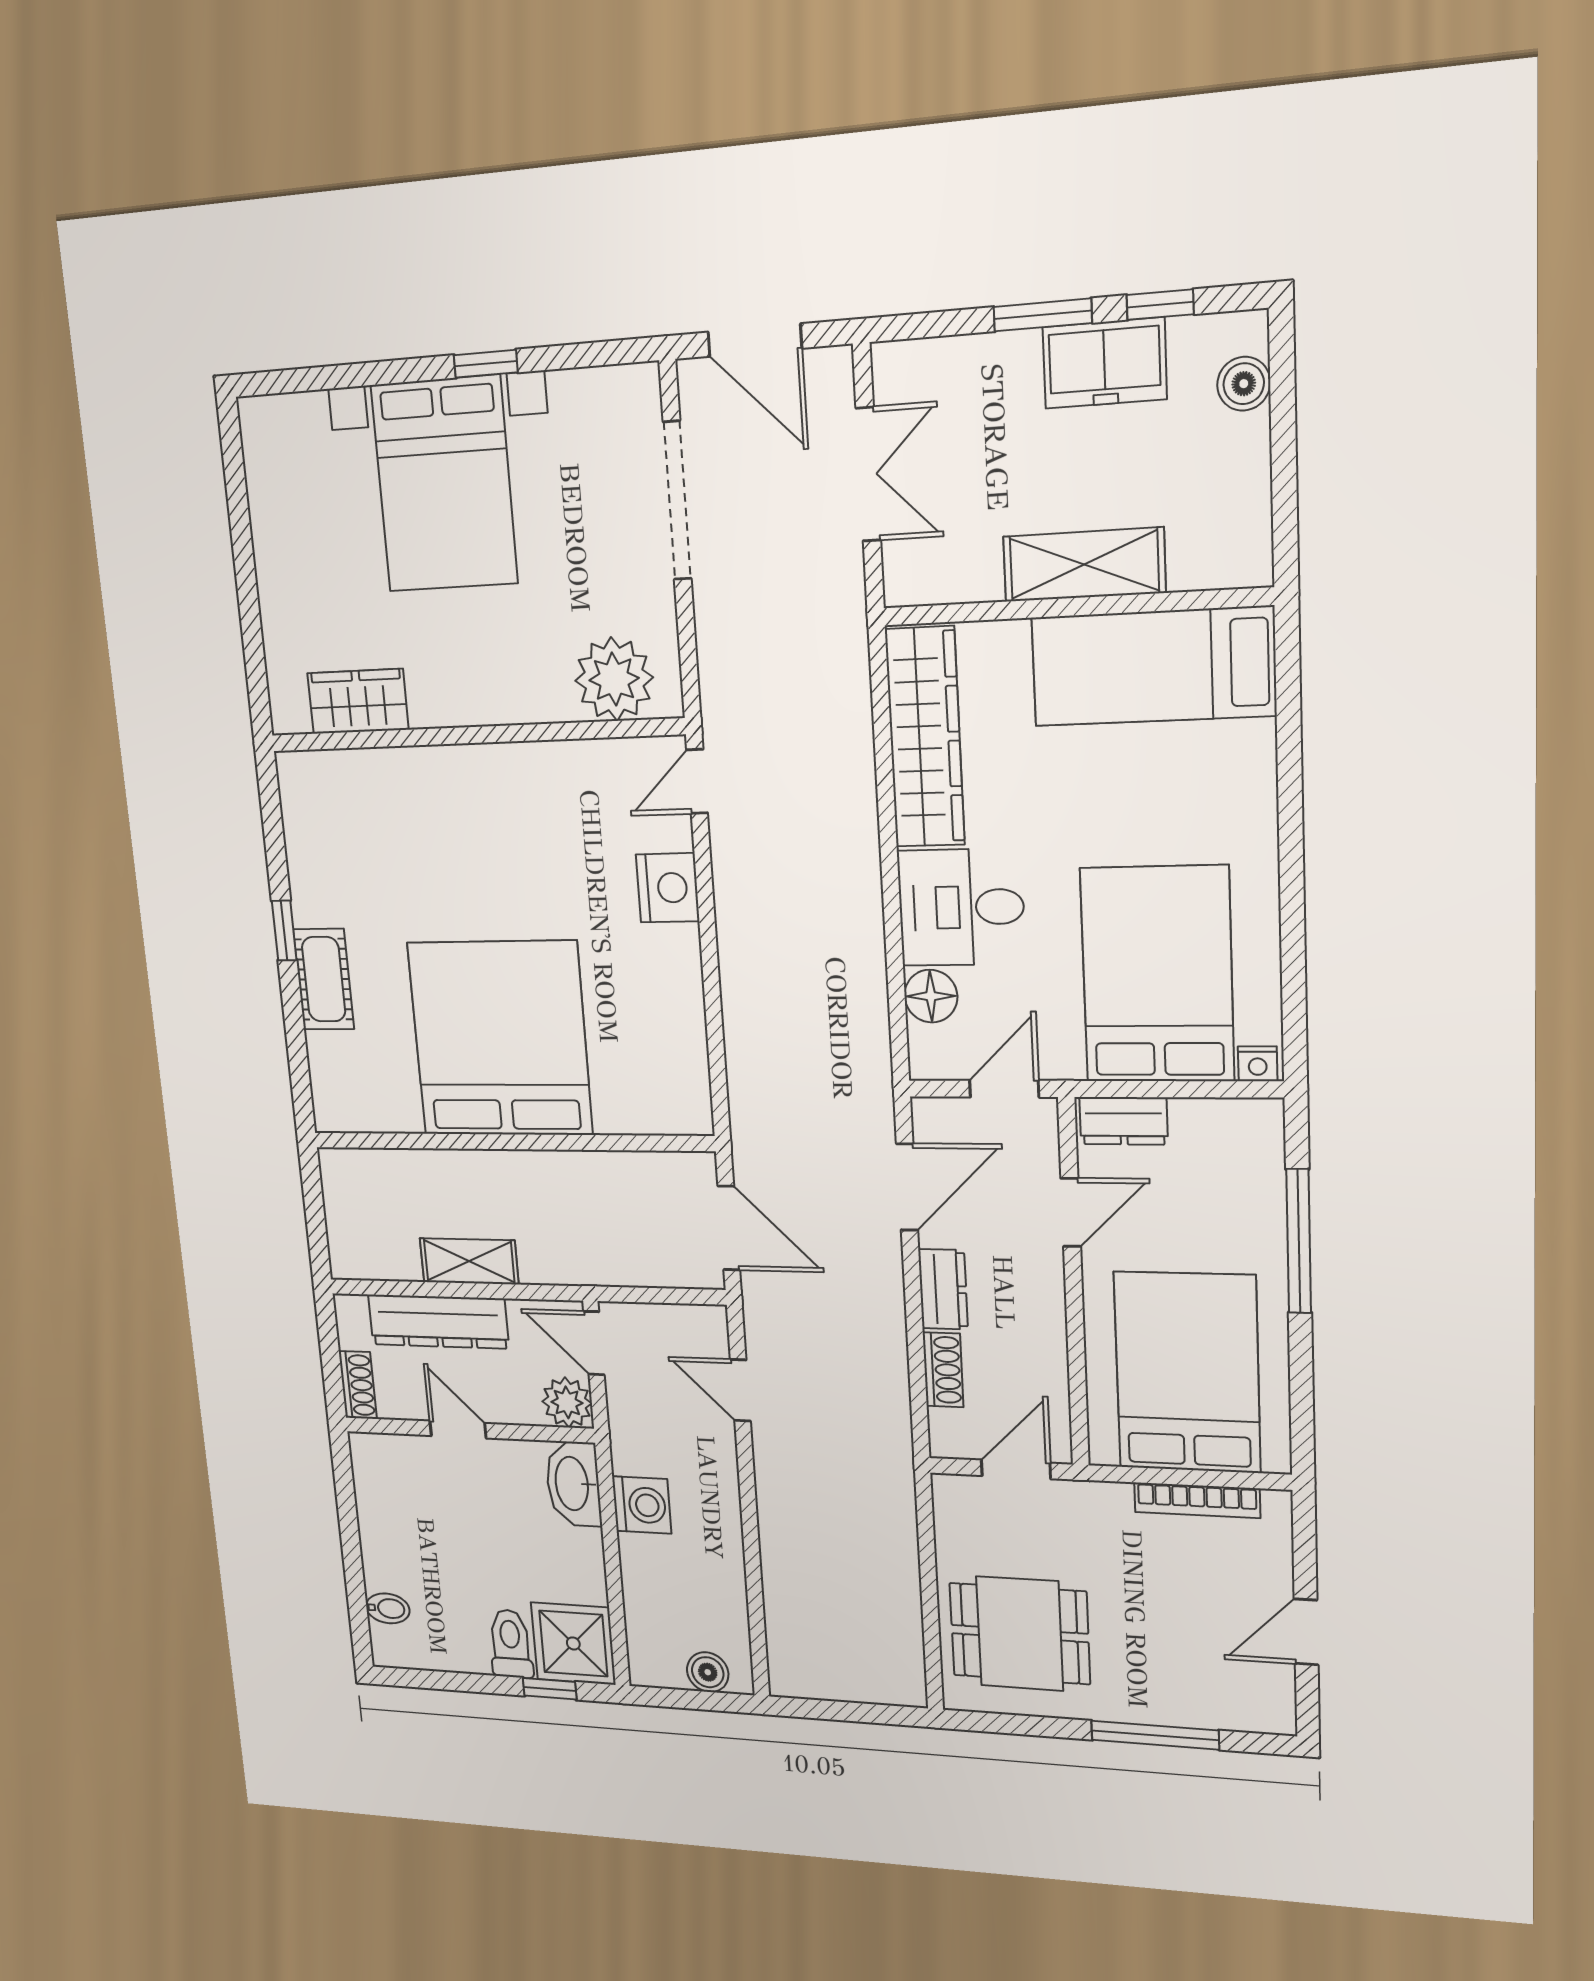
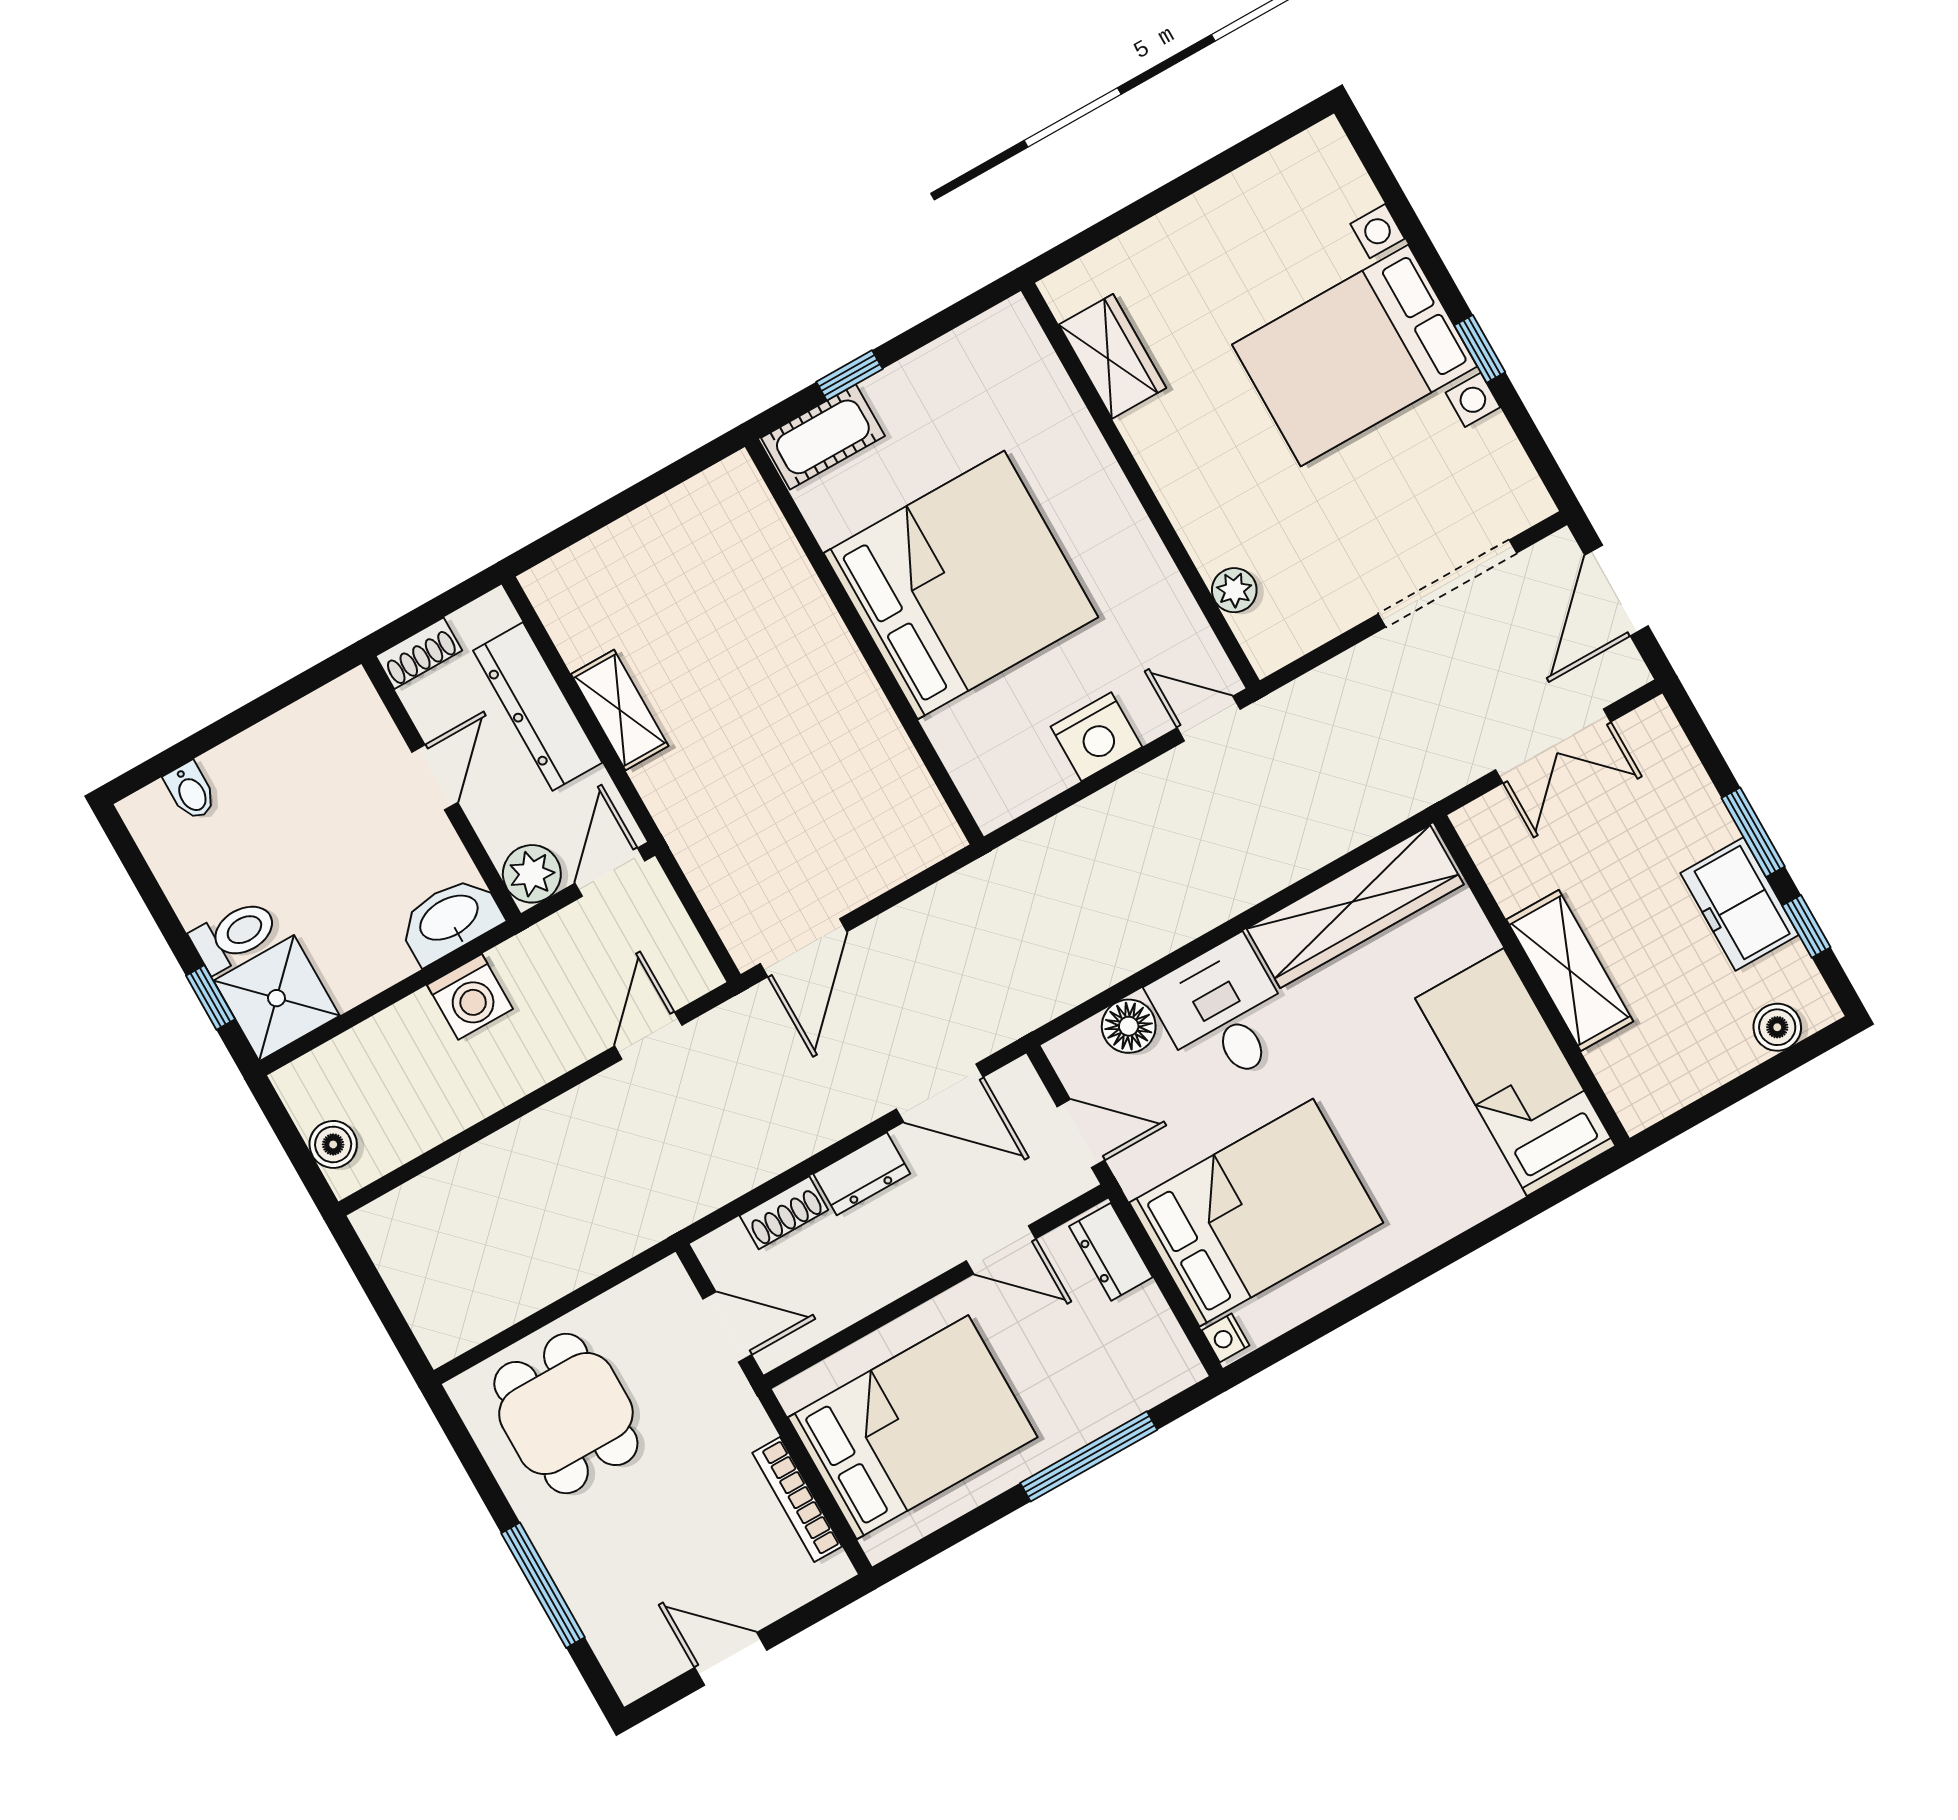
plant: (614, 679) -> (1234, 590), width x0.53, depth x0.53
bed: (500, 1039) -> (961, 585), moved
wall: (511, 1142) -> (864, 642), moved

